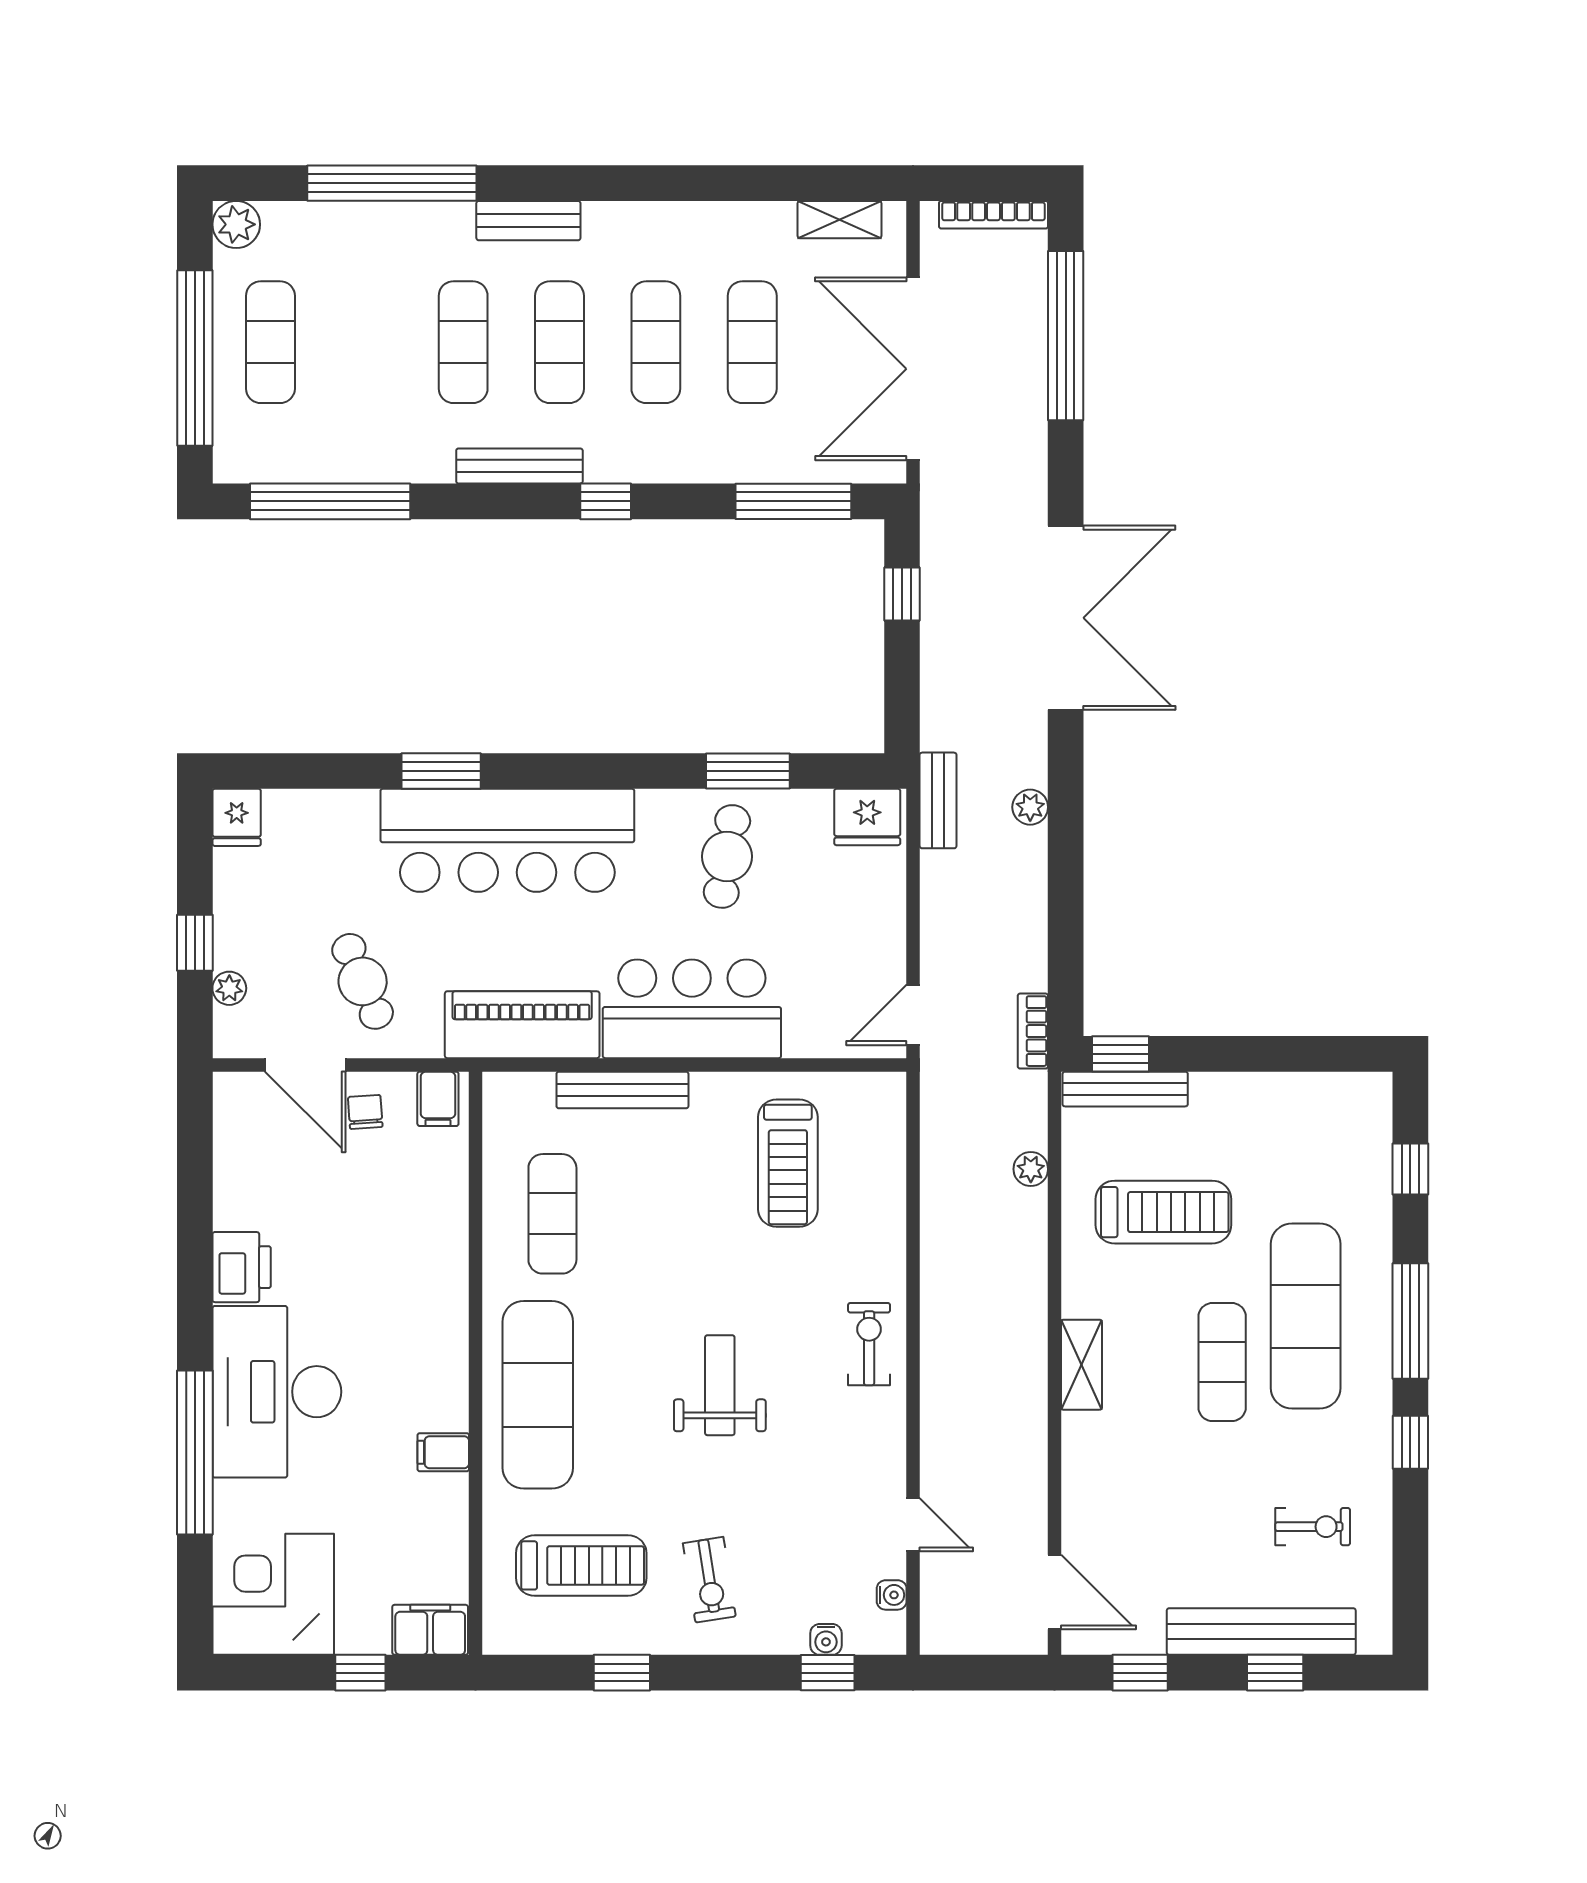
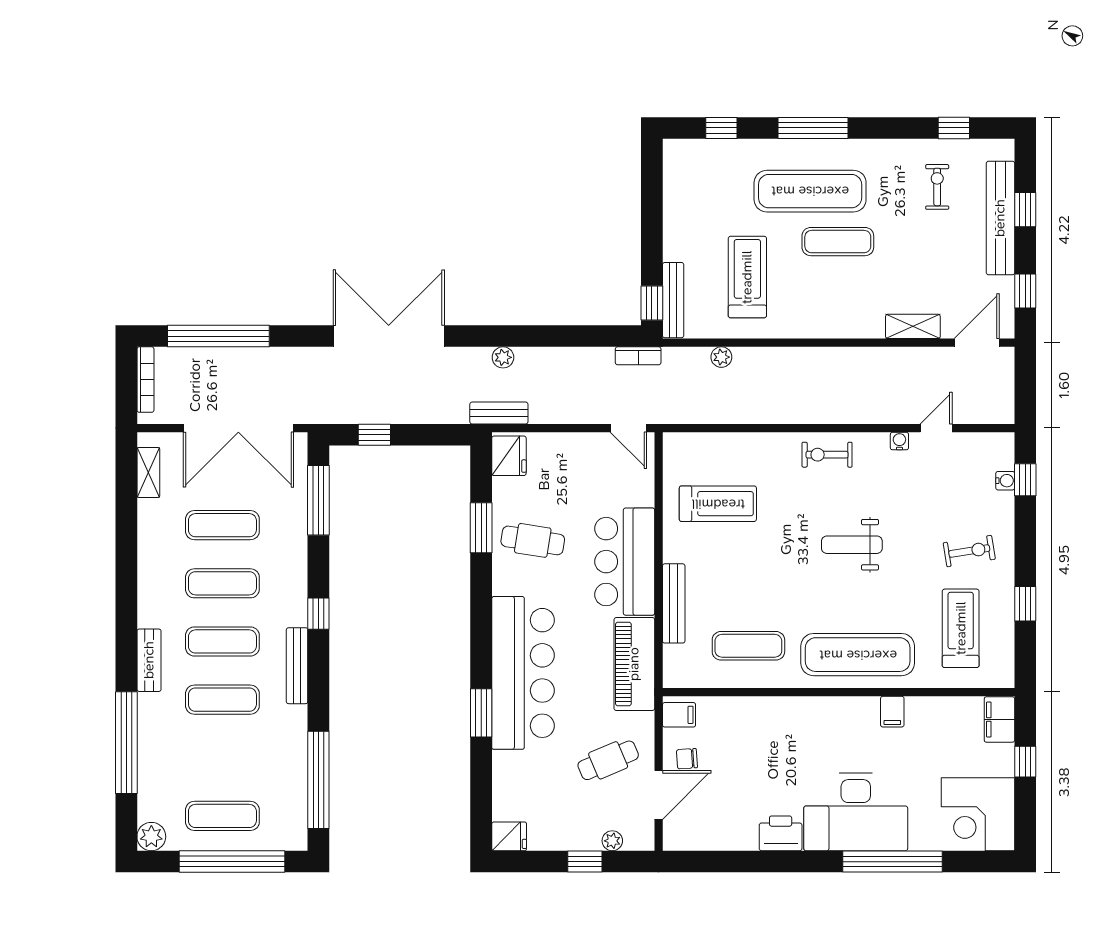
shelving: (1081, 1365) -> (913, 326), moved
window: (1410, 1442) -> (954, 128), moved
water cooler: (892, 1595) -> (899, 441), moved

